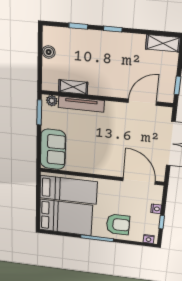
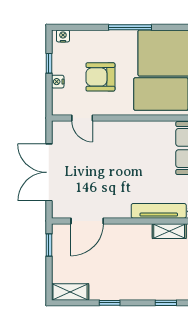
window: (113, 29) -> (110, 303), moved
door: (139, 181) -> (82, 118), width x0.53
armchair: (118, 224) -> (100, 77), moved

